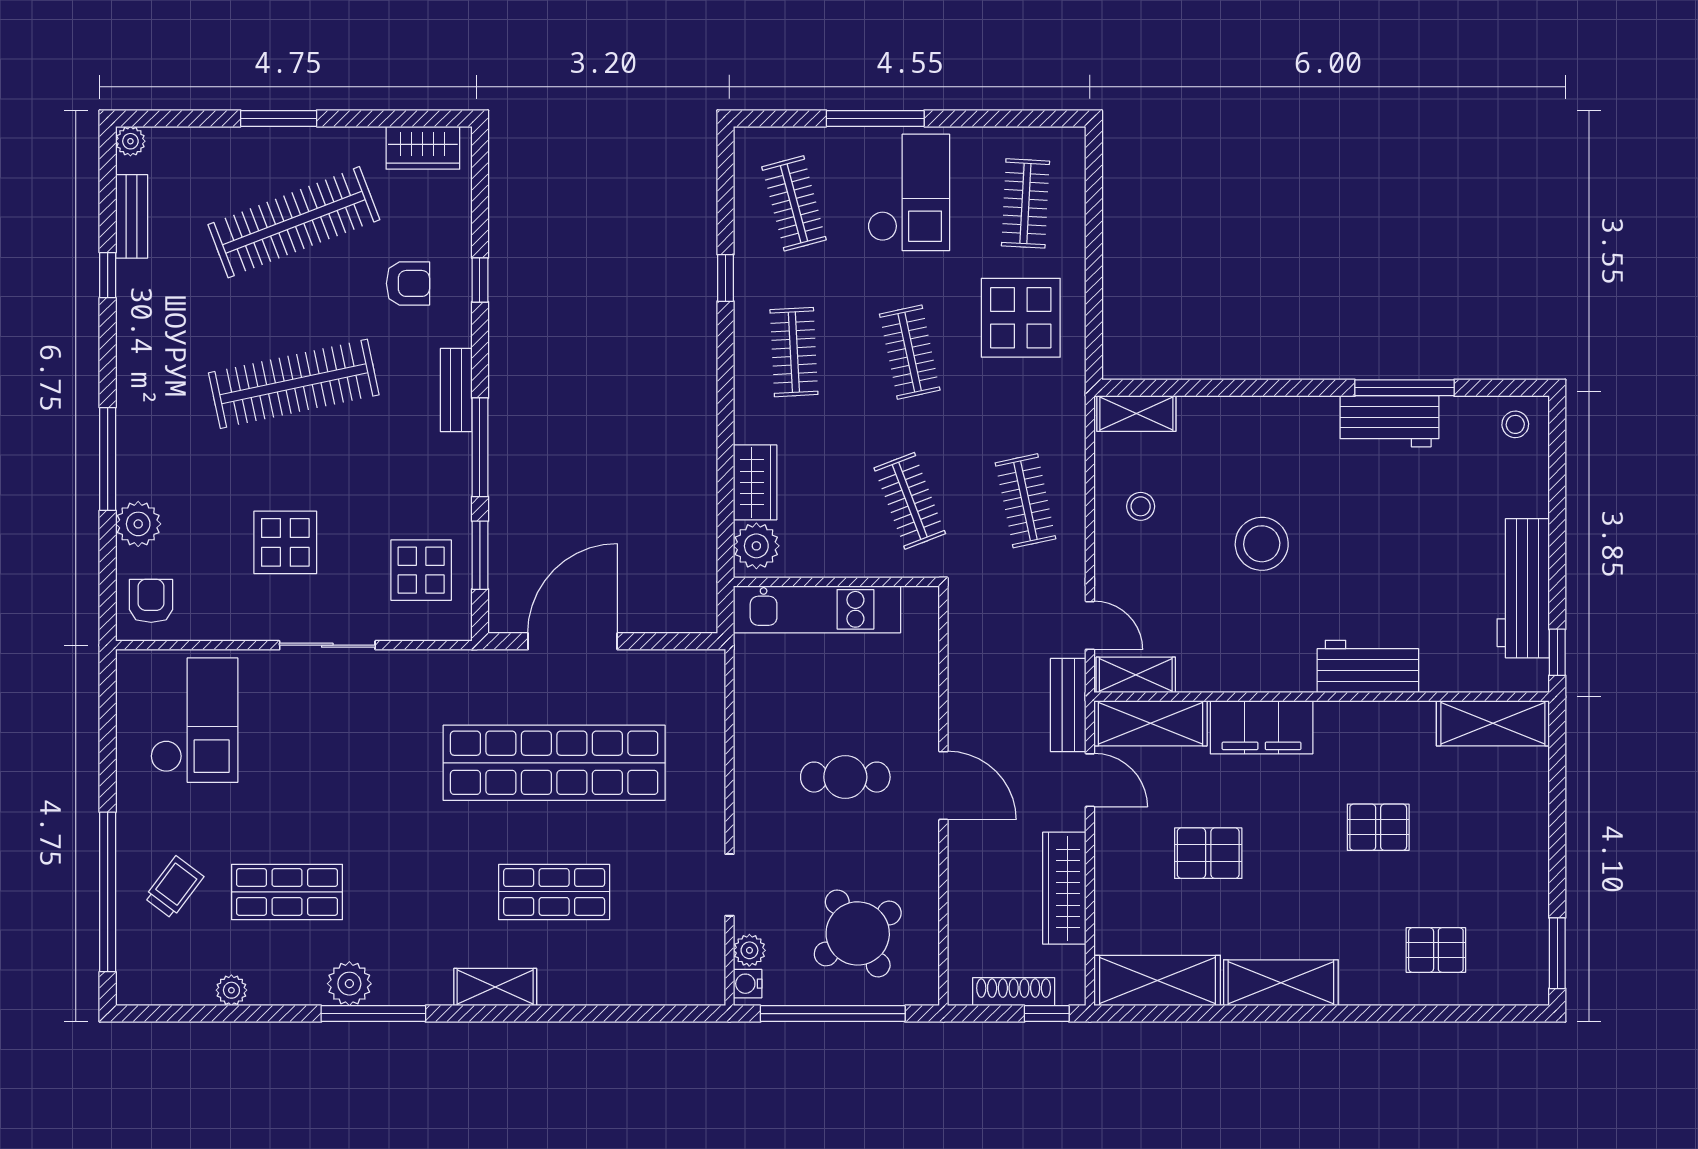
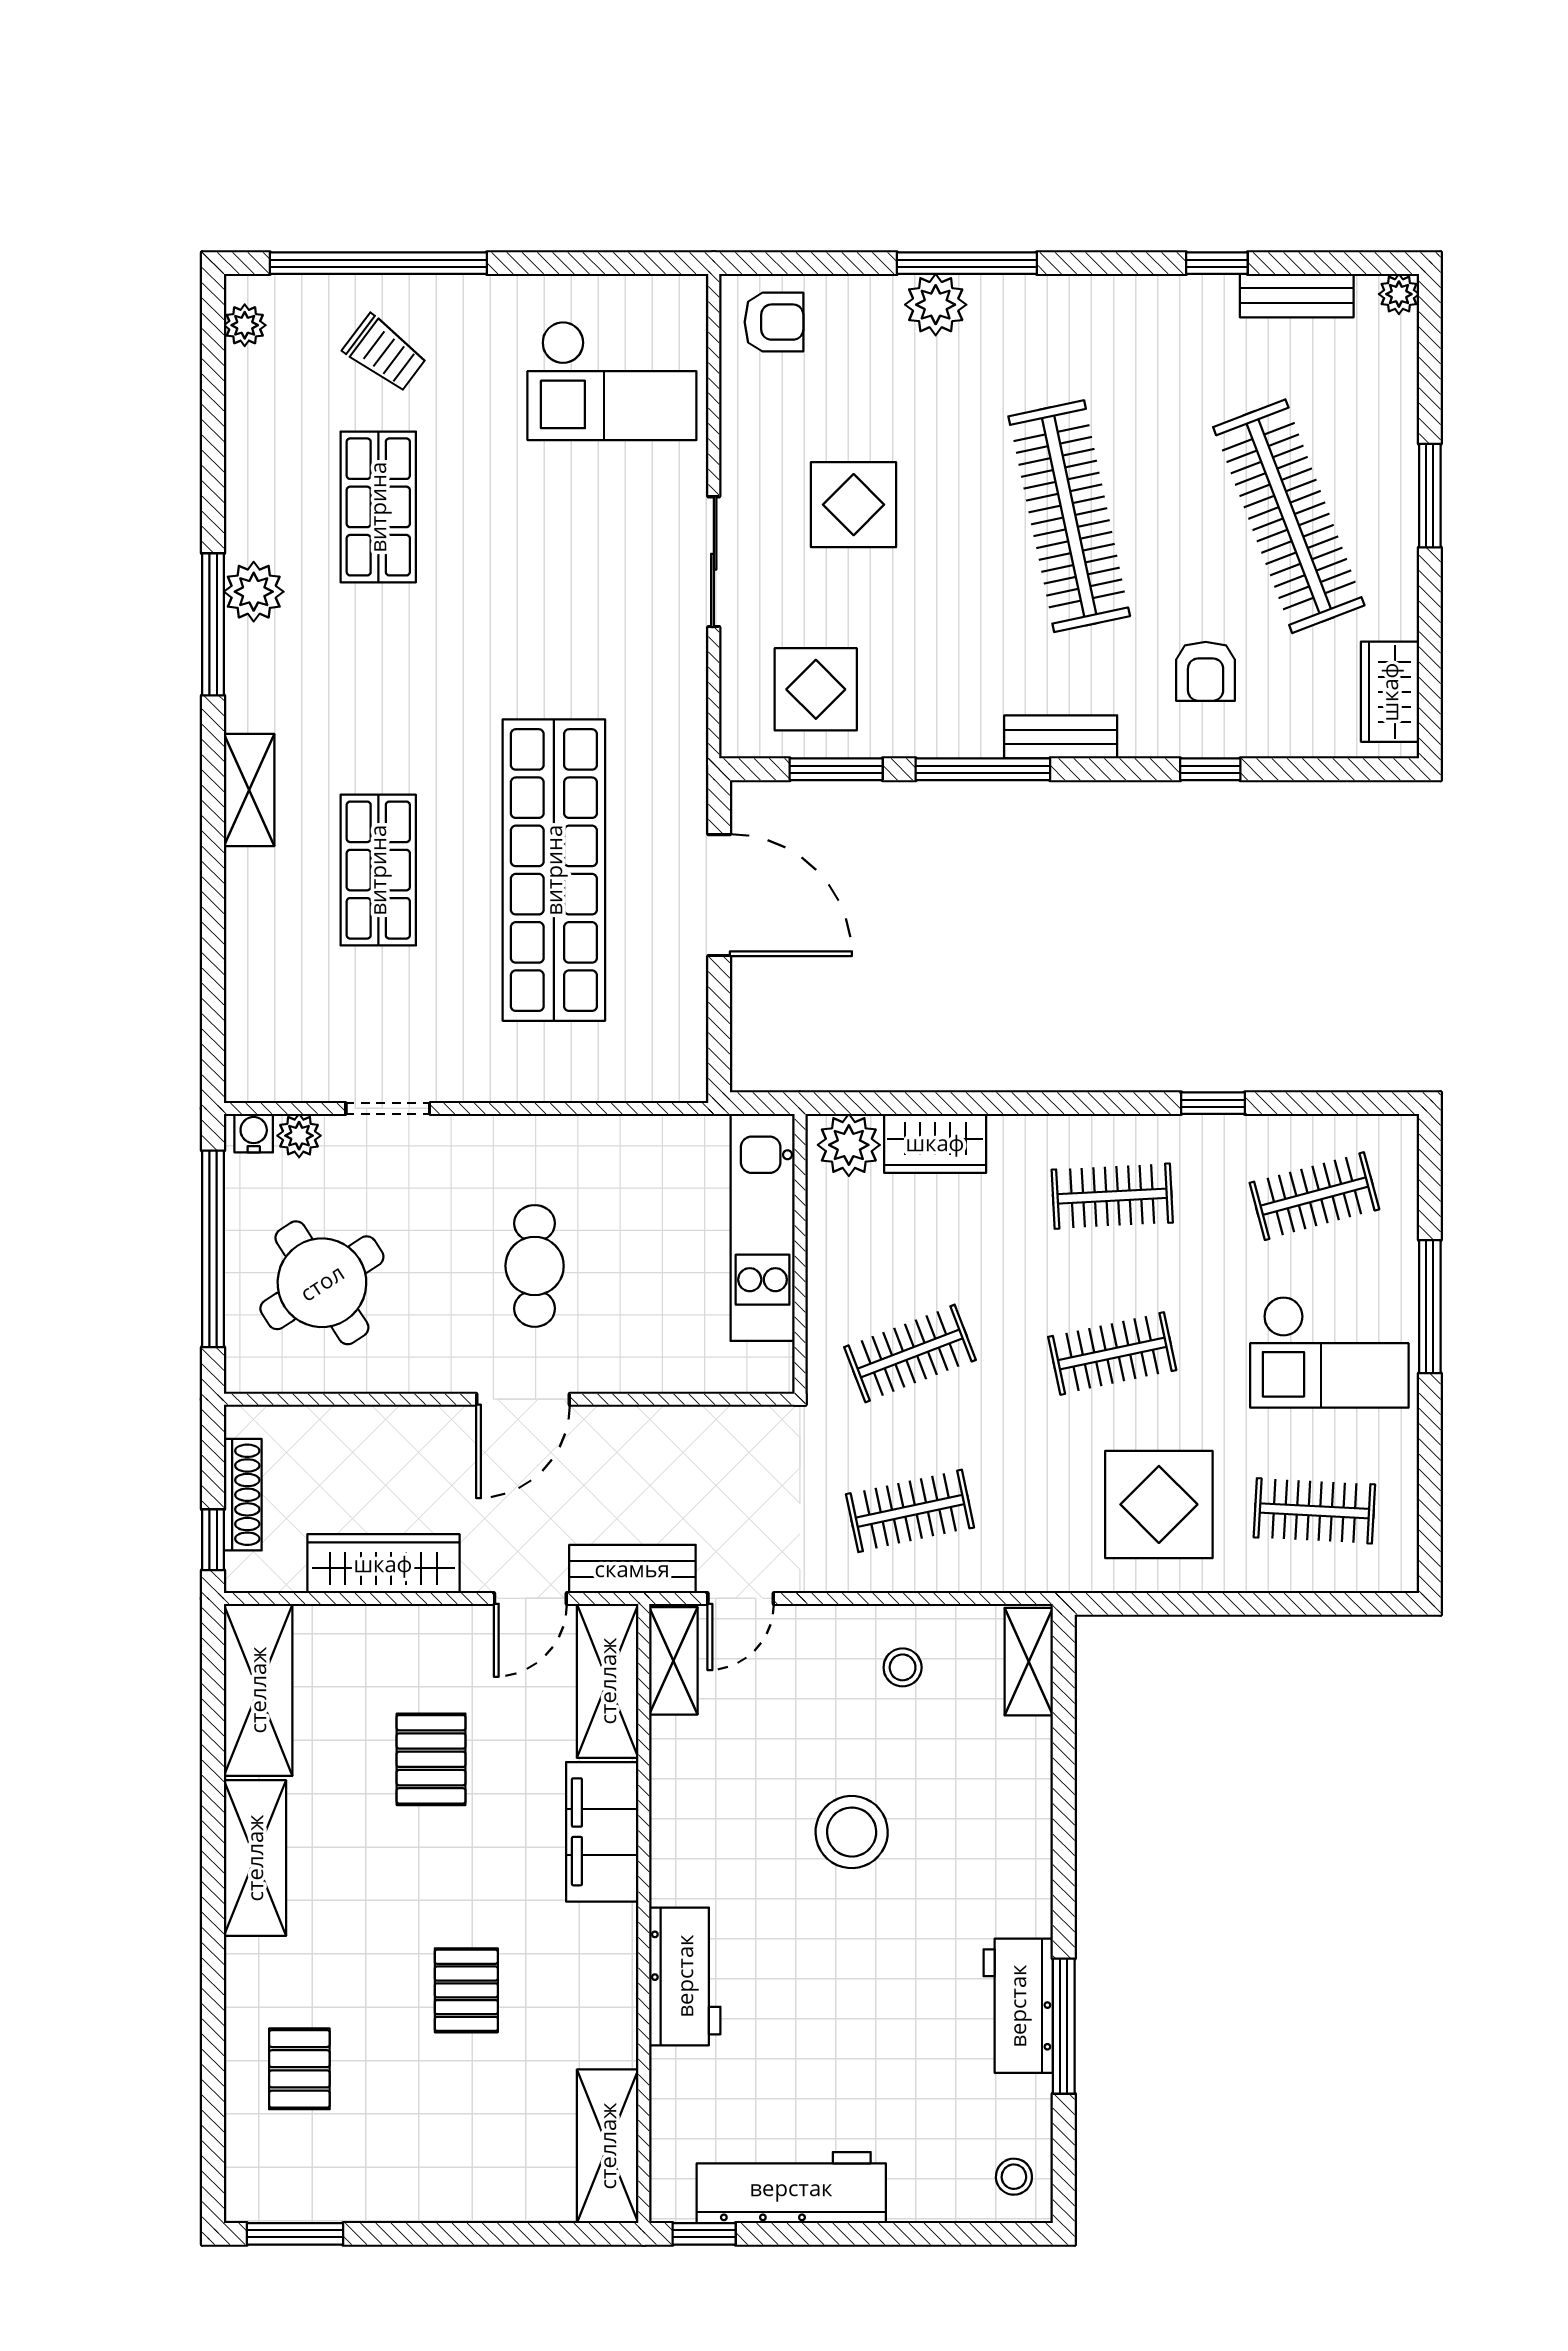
plant: (138, 524) -> (936, 305), moved
plant: (231, 990) -> (245, 325), moved

